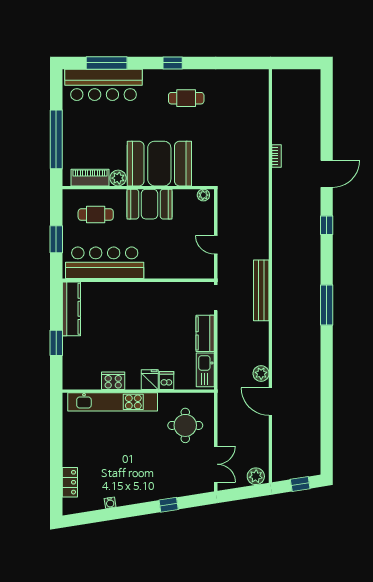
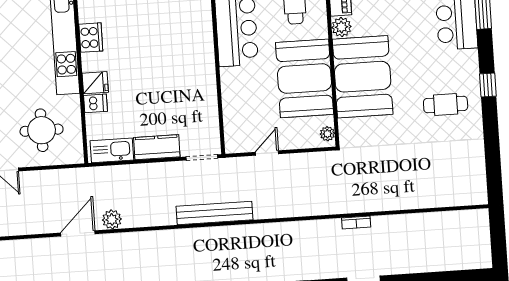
cafe table: (186, 98) -> (446, 105), turned 90
bookcase: (277, 156) -> (356, 222), moved
booth: (149, 204) -> (305, 78), width x1.36, depth x1.42

